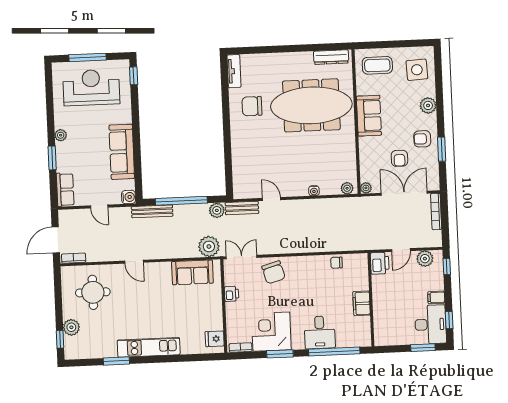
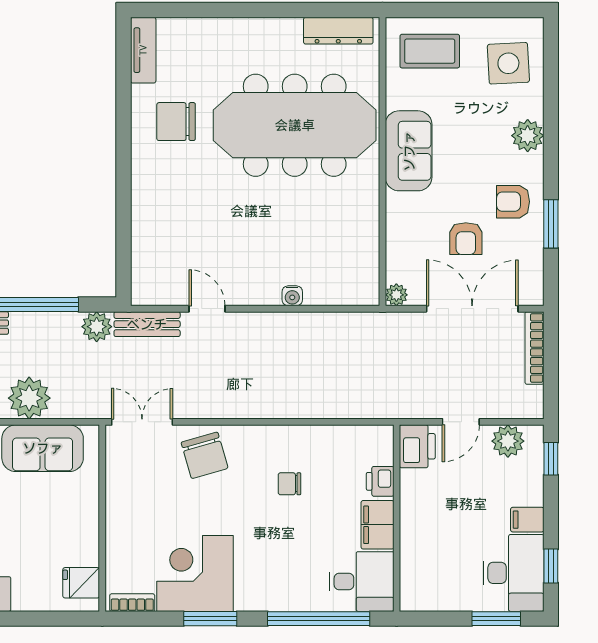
plant: (347, 188) -> (359, 294), removed
plant: (209, 246) -> (29, 398), moved
chair: (336, 263) -> (289, 484), moved
printer: (232, 294) -> (380, 481), moved, turned 180
desk: (320, 332) -> (361, 582), moved, turned -90

